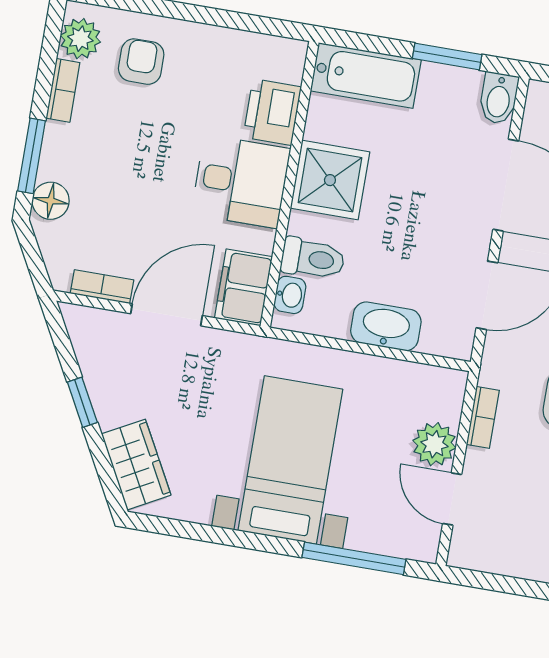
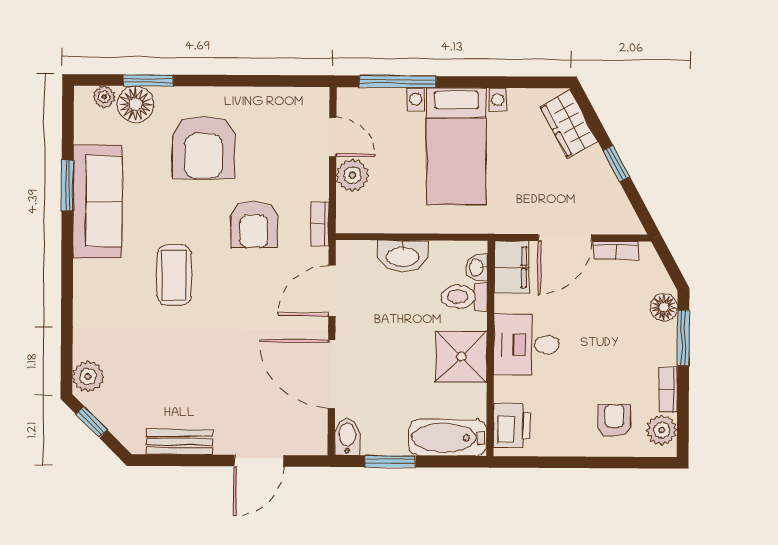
armchair: (141, 62) -> (614, 420), turned 180
printer: (272, 112) -> (512, 426), moved
bookcase: (483, 417) -> (320, 224), moved

